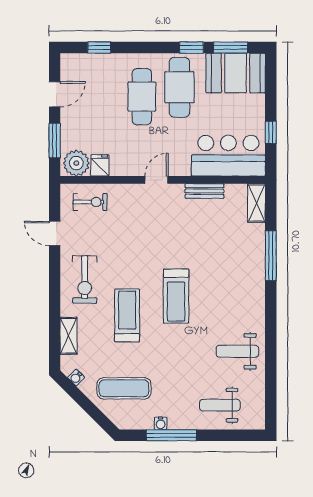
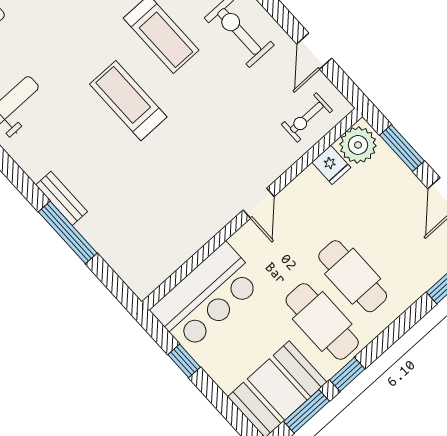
bench: (204, 191) -> (62, 198), moved, turned 90
shelving: (256, 203) -> (132, 274), removed
door: (55, 233) -> (314, 51), swing flipped

